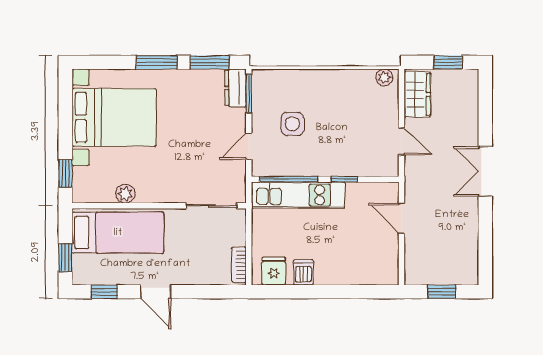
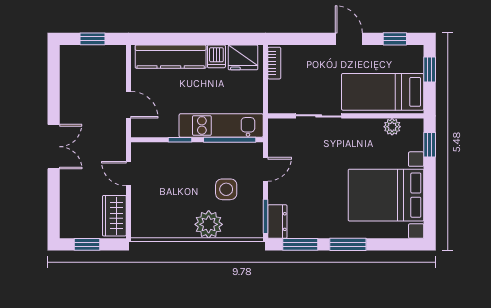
plant: (384, 77) -> (209, 224), moved, width x1.88, depth x1.88
plant: (125, 194) -> (392, 127), moved
sliding door: (212, 206) -> (319, 116), moved
fridge: (274, 271) -> (243, 57), width x1.38
kitchen counter: (355, 272) -> (171, 57), added

